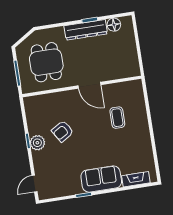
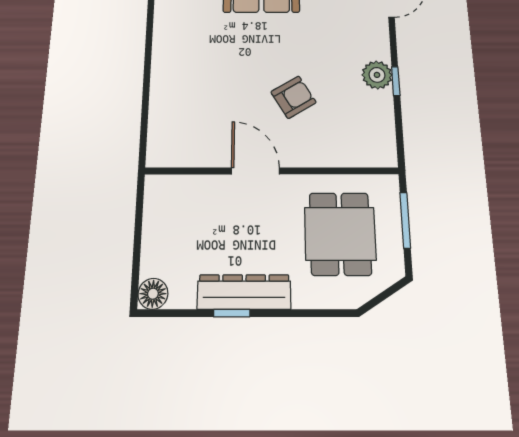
floor lamp: (114, 25) -> (153, 294), moved
coffee table: (117, 118) -> (210, 99), removed
armchair: (63, 131) -> (293, 97), moved

